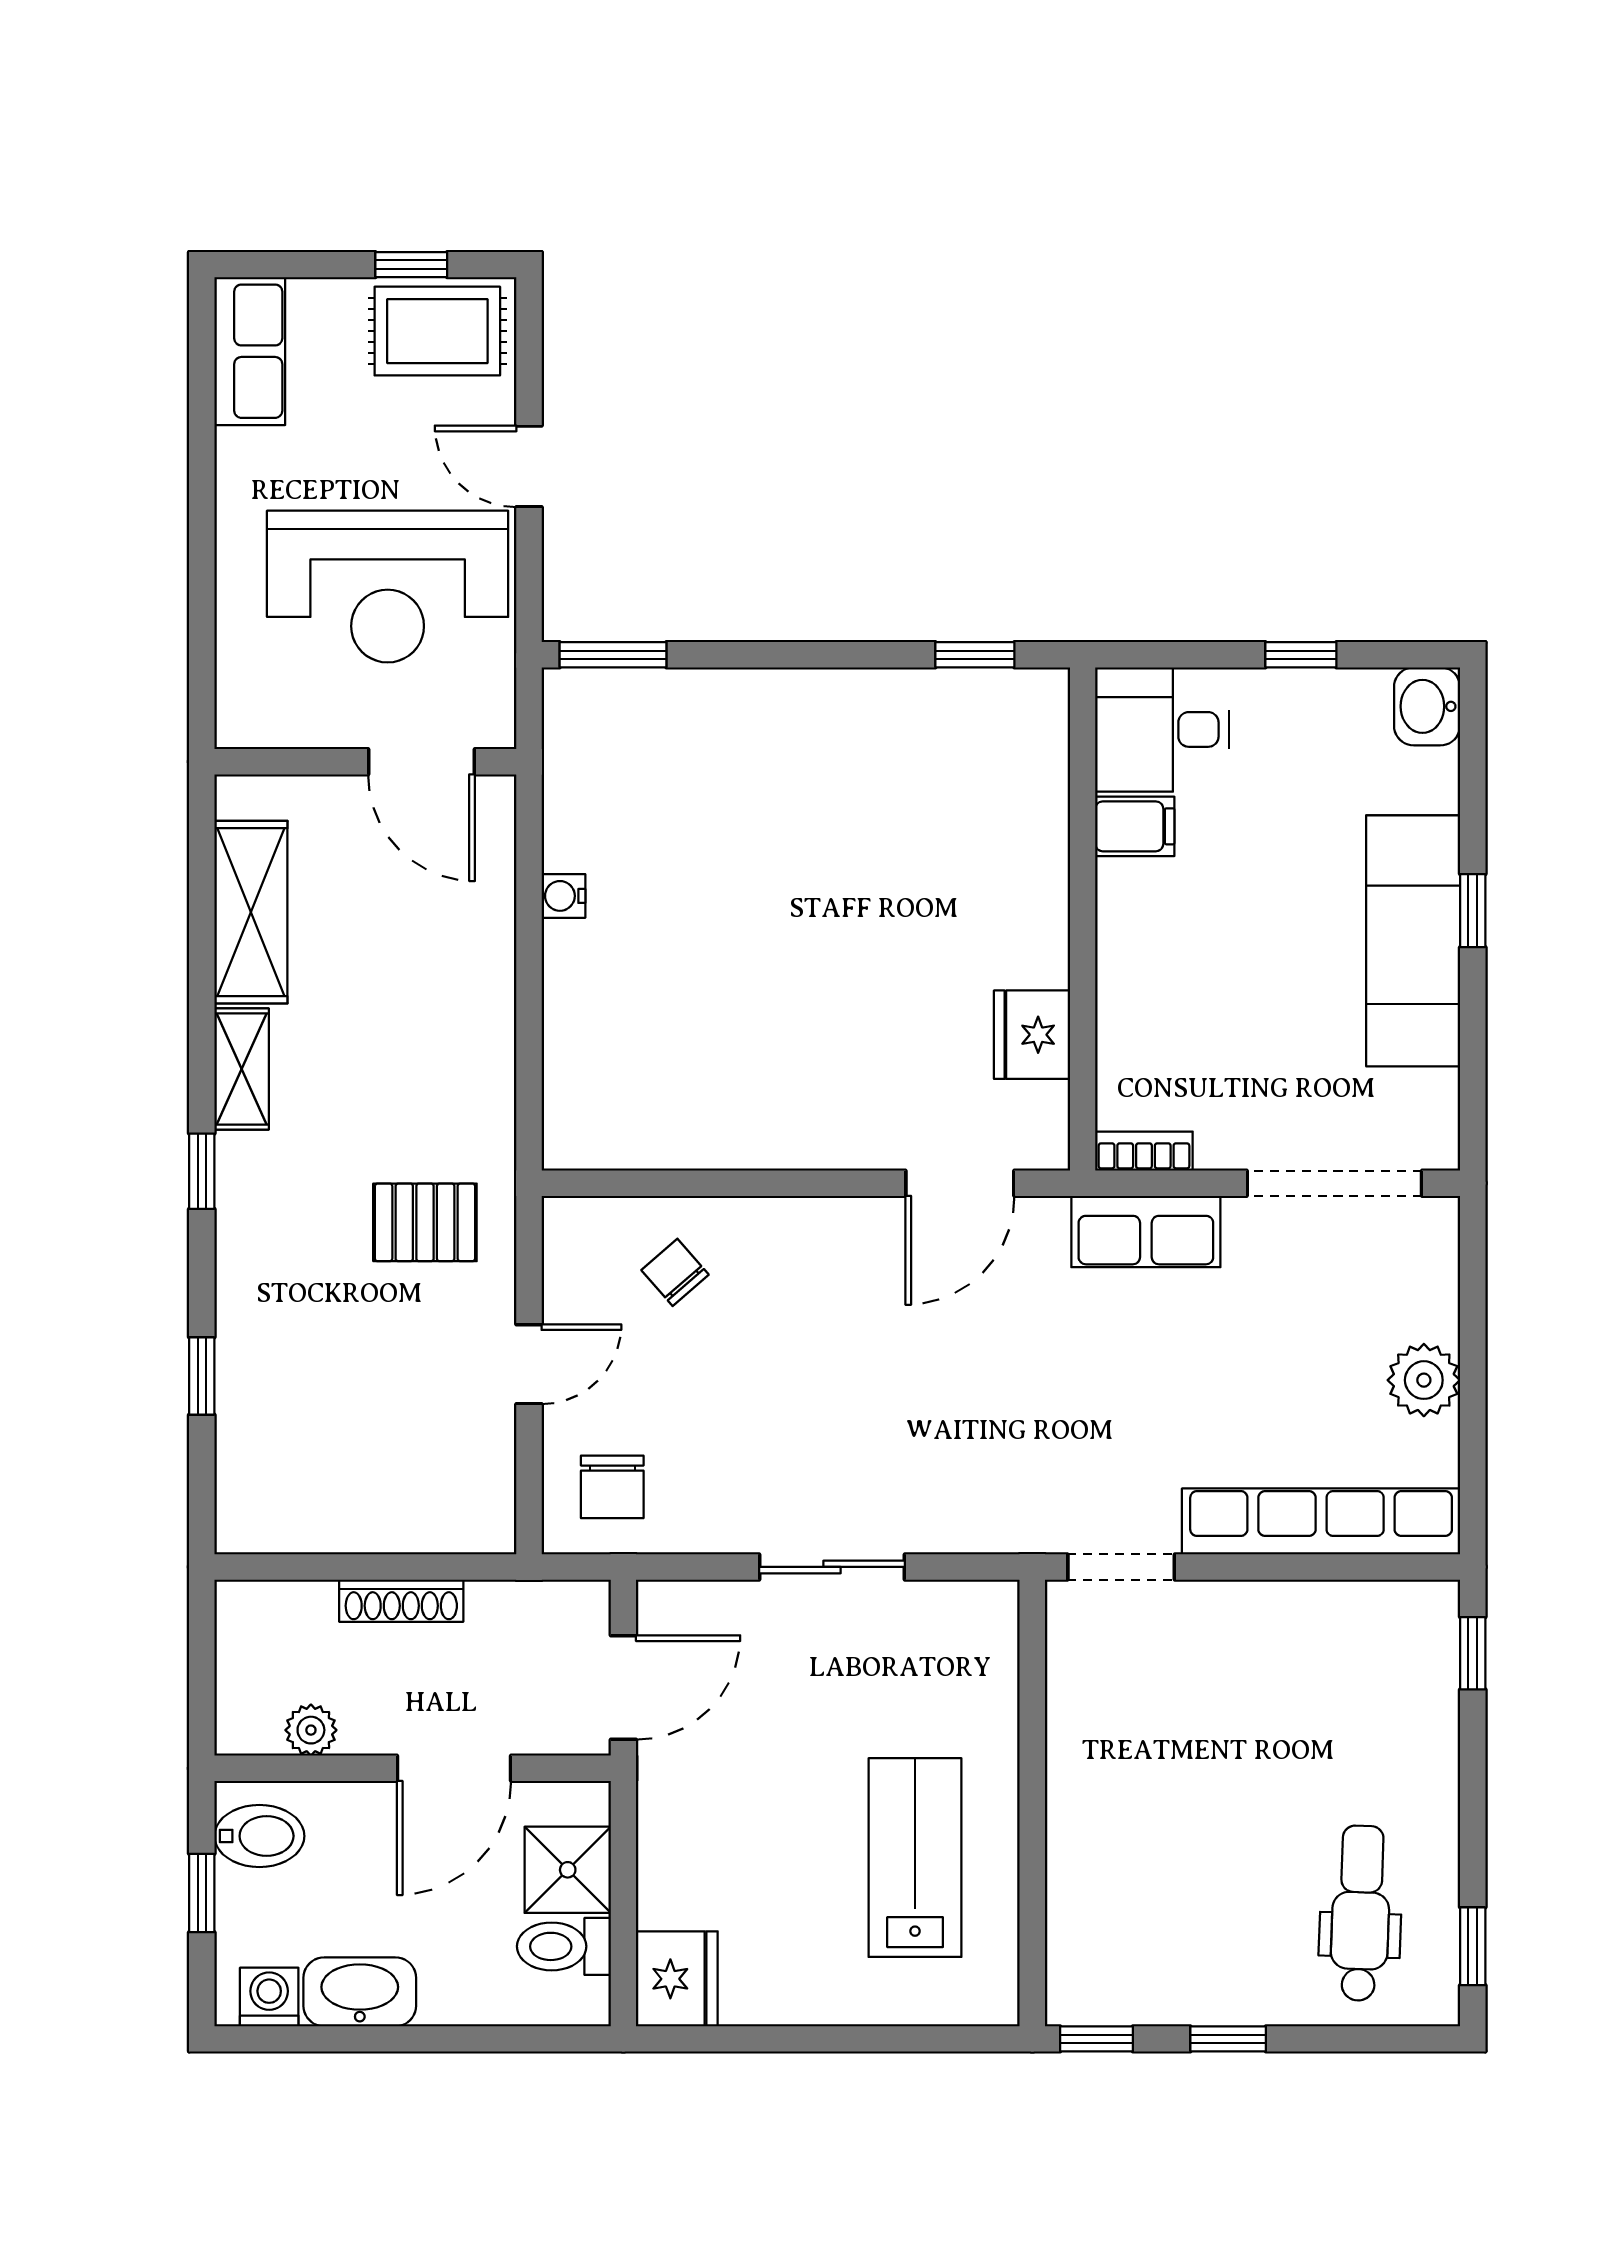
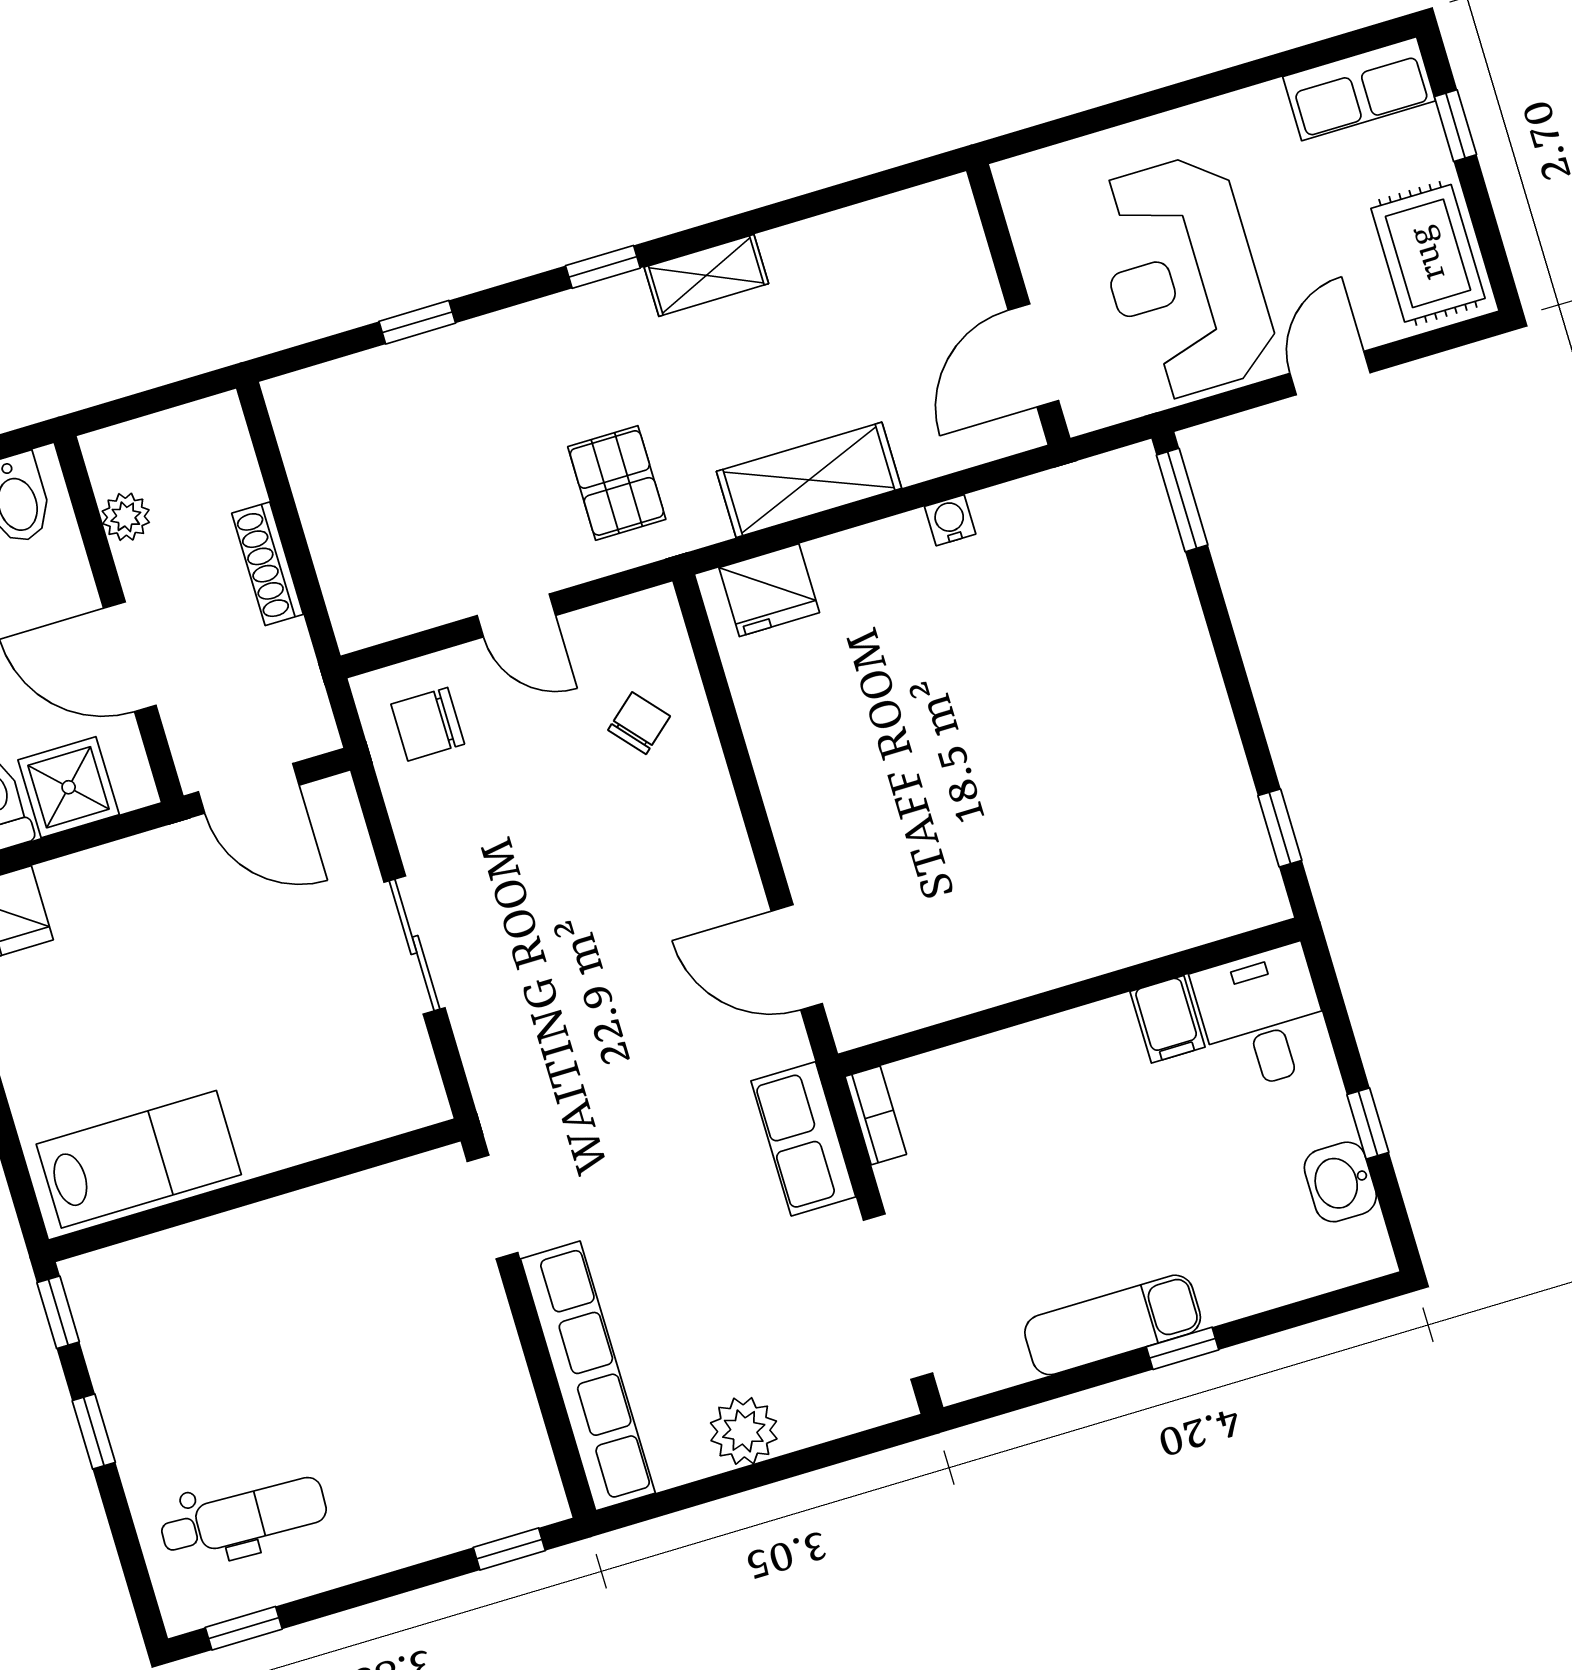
window: (411, 265) -> (1455, 126), moved
washbasin: (1427, 706) -> (1340, 1182), moved, turned -90
shelving: (251, 912) -> (809, 480), moved
exam couch: (1413, 941) -> (1113, 1325), width x0.73, depth x0.69
fridge: (1032, 1035) -> (769, 590), moved, turned 180
lab bench: (915, 1858) -> (139, 1159), moved

